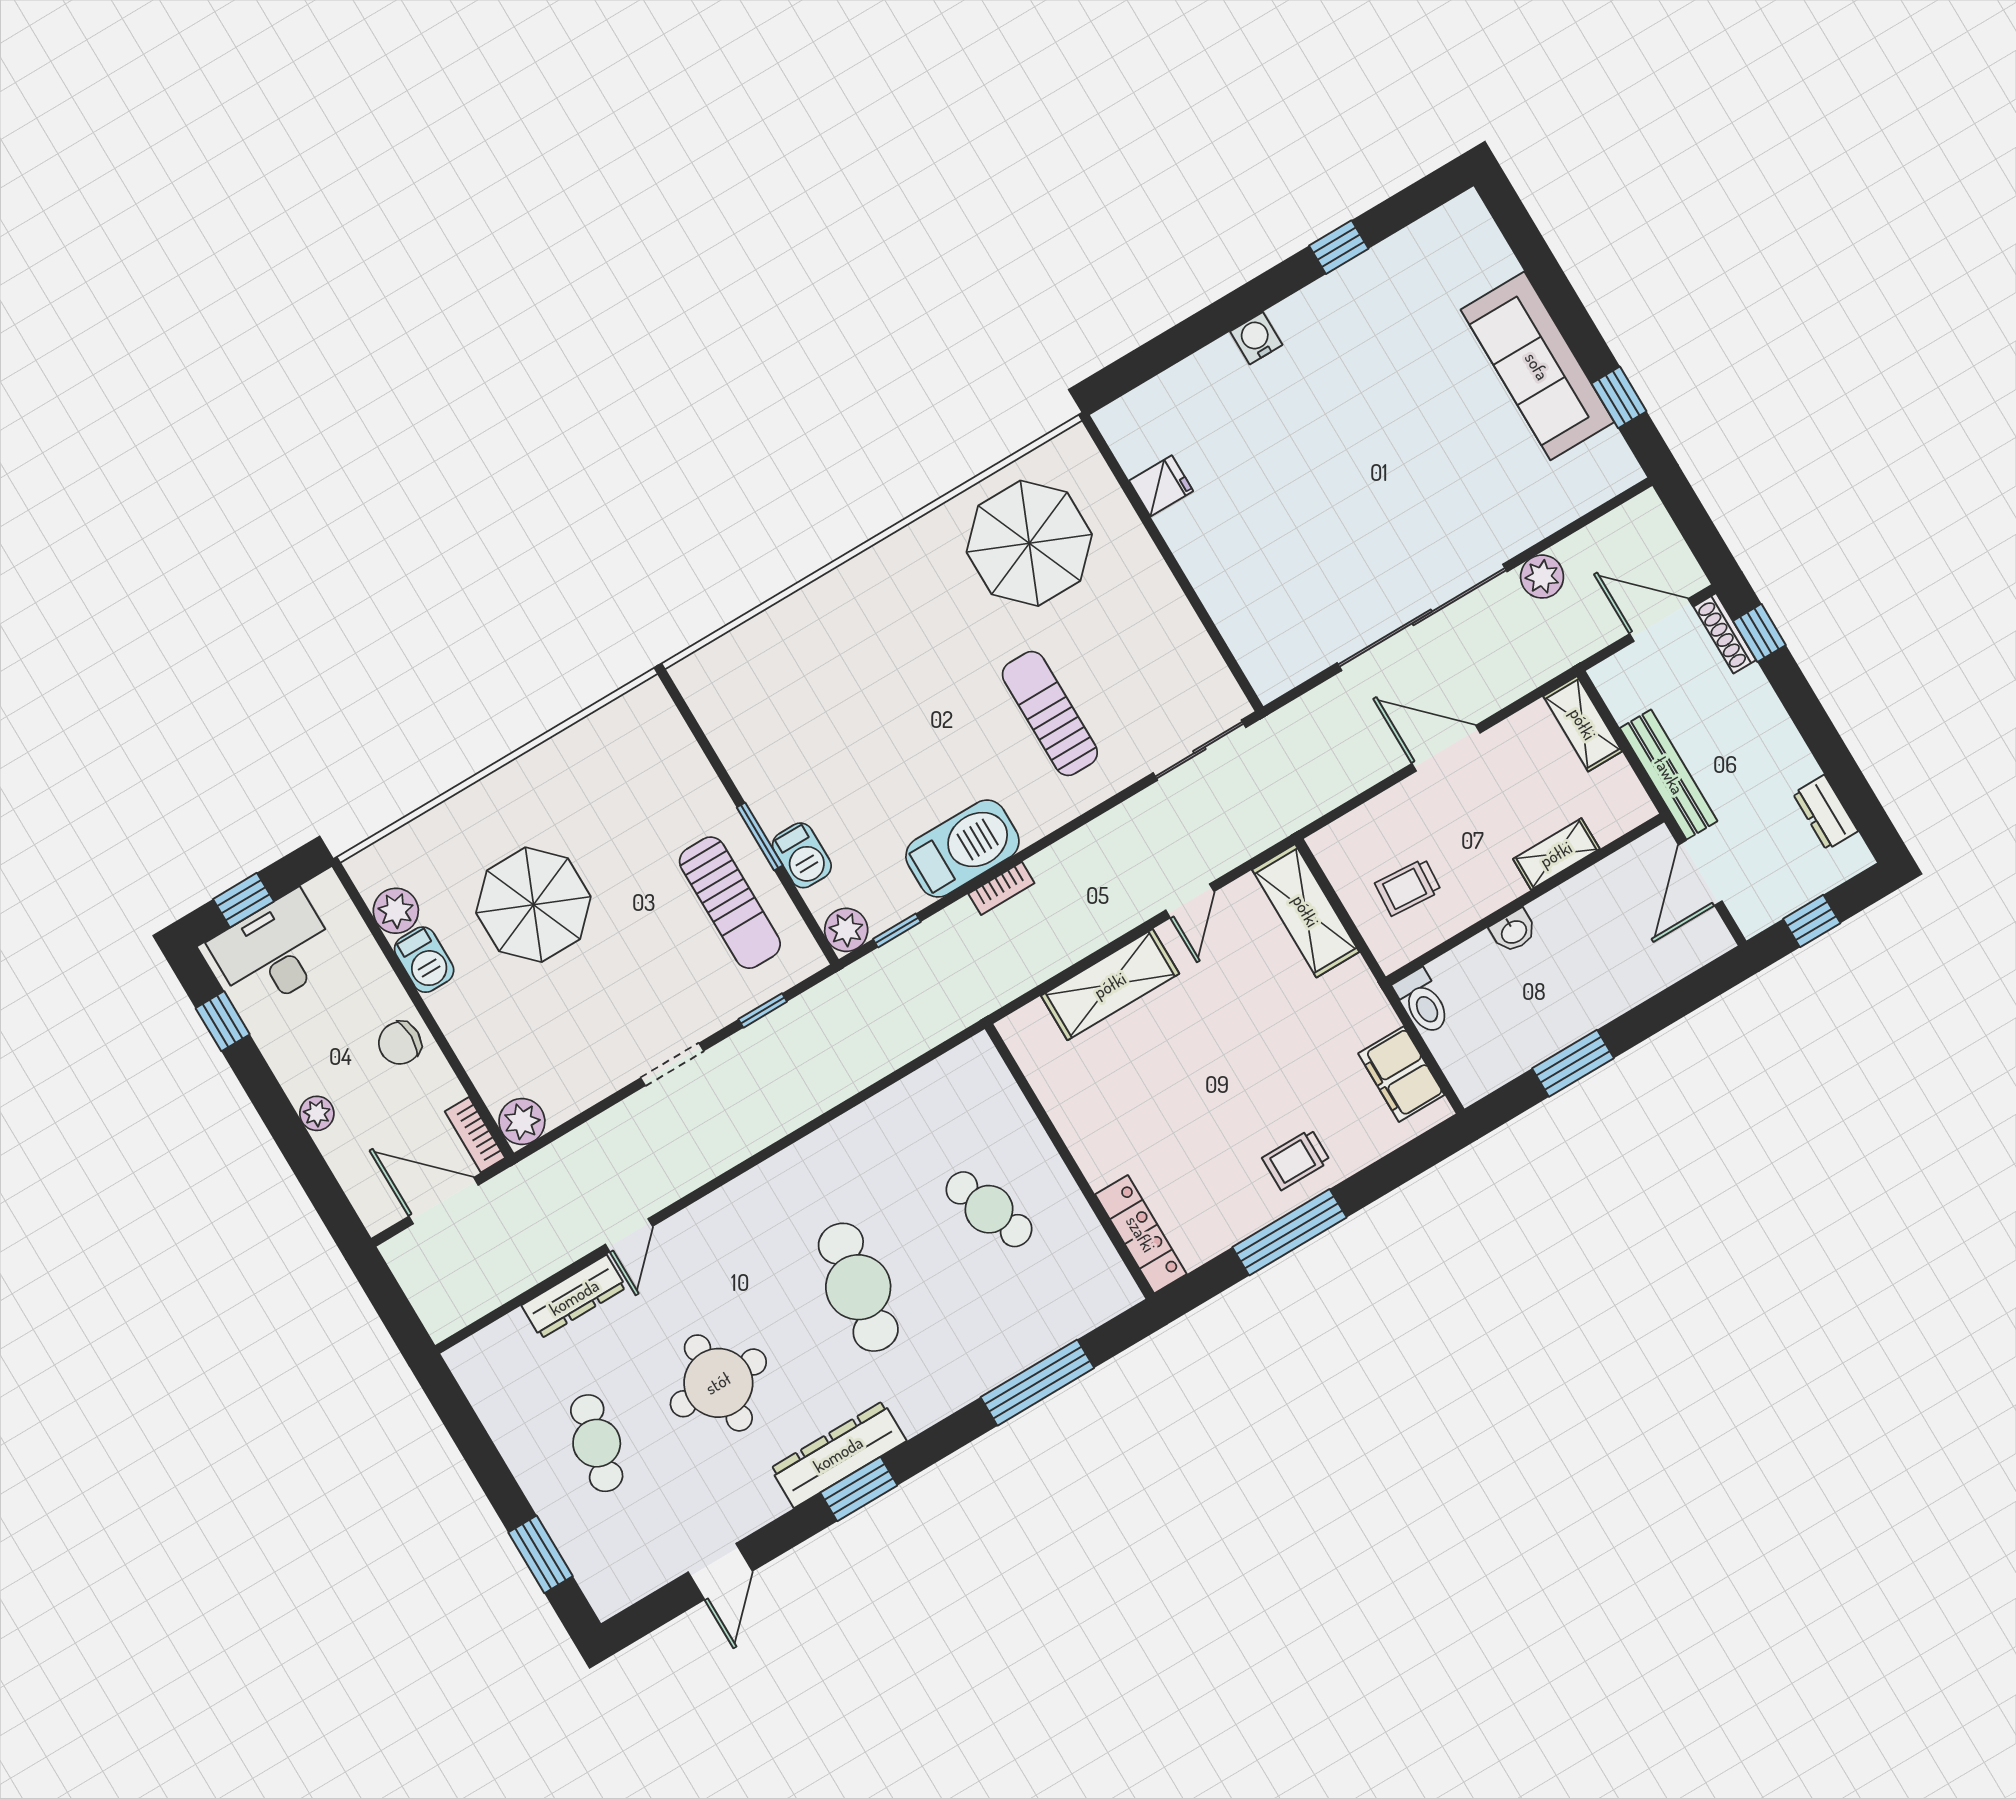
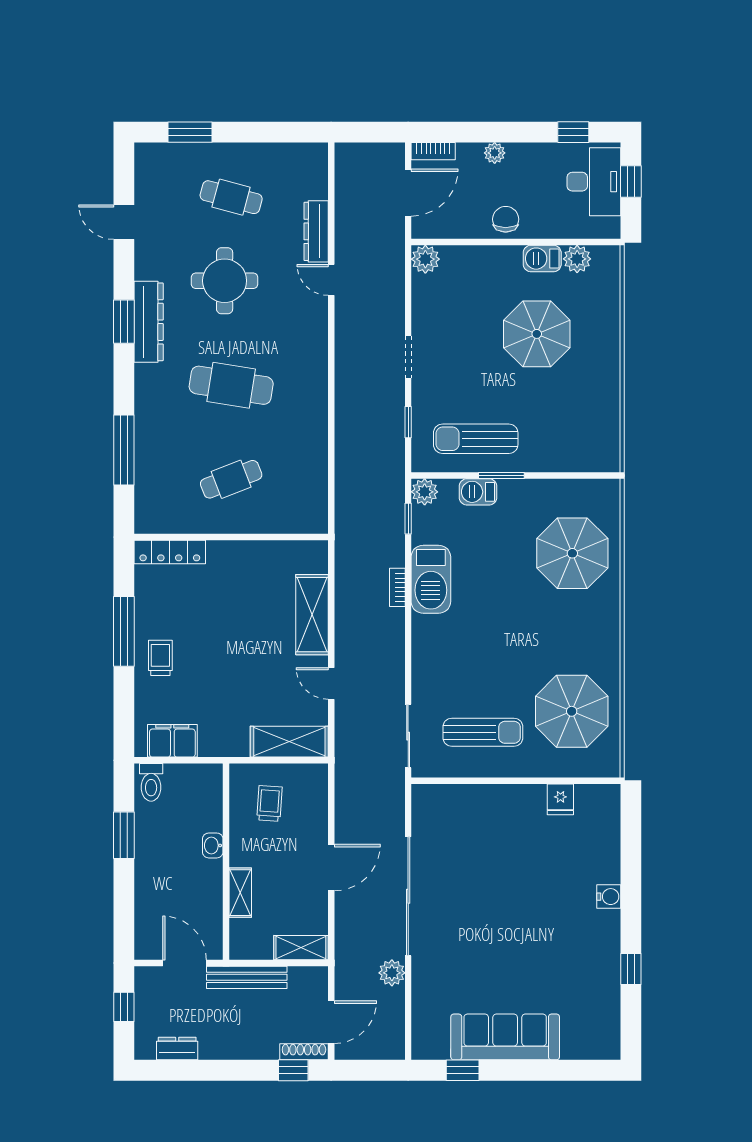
parasol: (809, 673) -> (572, 553), added
sun lounger: (1050, 714) -> (483, 732), moved
toilet: (1423, 1002) -> (151, 782), moved, turned -90
bookcase: (475, 1135) -> (433, 151), moved, turned 180

